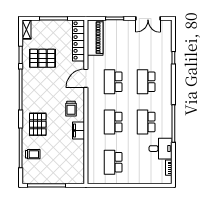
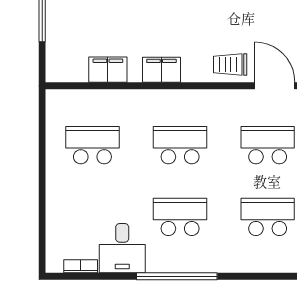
trolley: (71, 109) -> (230, 64), moved
filing cabinet: (78, 155) -> (108, 70), added

